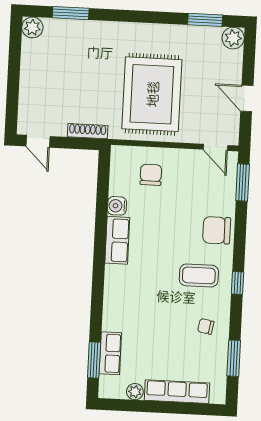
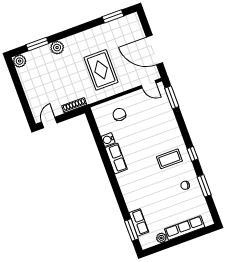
plant: (233, 38) -> (57, 48), moved
rug: (152, 94) -> (101, 70), width x0.73, depth x0.69
door: (247, 98) -> (154, 50), width x1.88
door: (38, 141) -> (49, 122), swing flipped
chair: (217, 230) -> (169, 130), removed
window: (234, 358) -> (204, 186), moved

